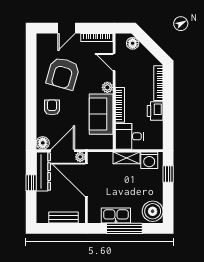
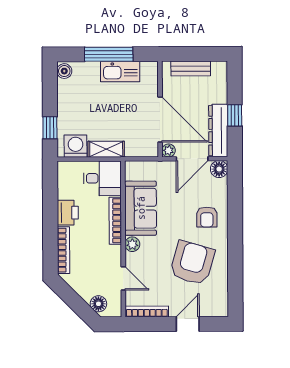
boiler: (153, 211) -> (64, 71), width x0.54, depth x0.54

